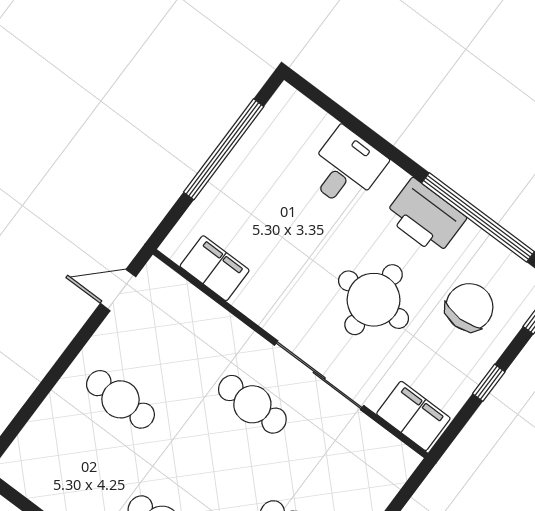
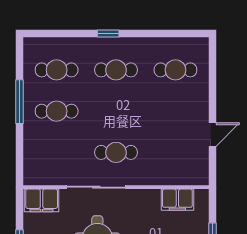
door: (118, 290) -> (213, 135), moved
cafe table: (120, 399) -> (175, 70), moved

